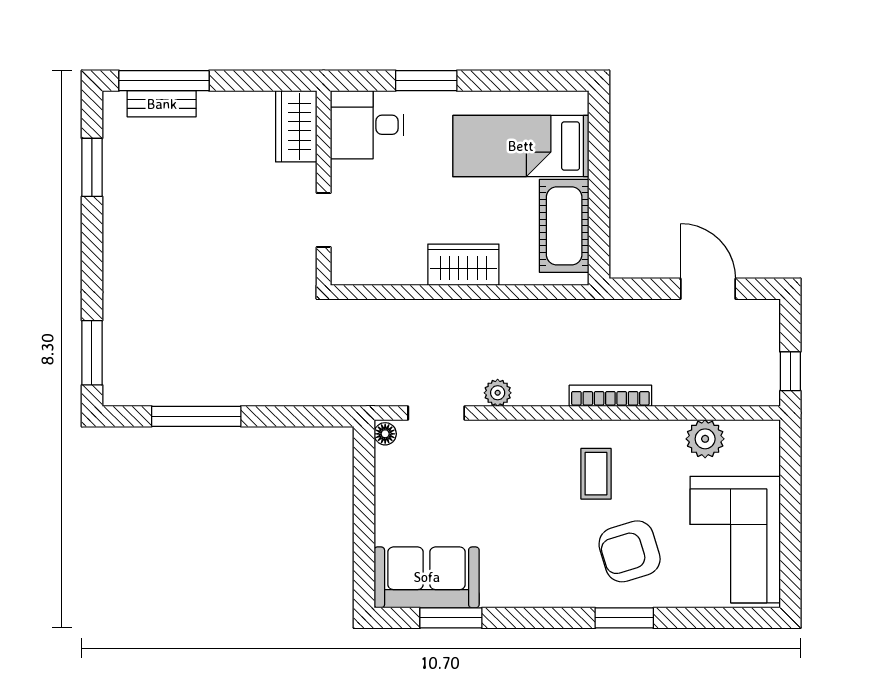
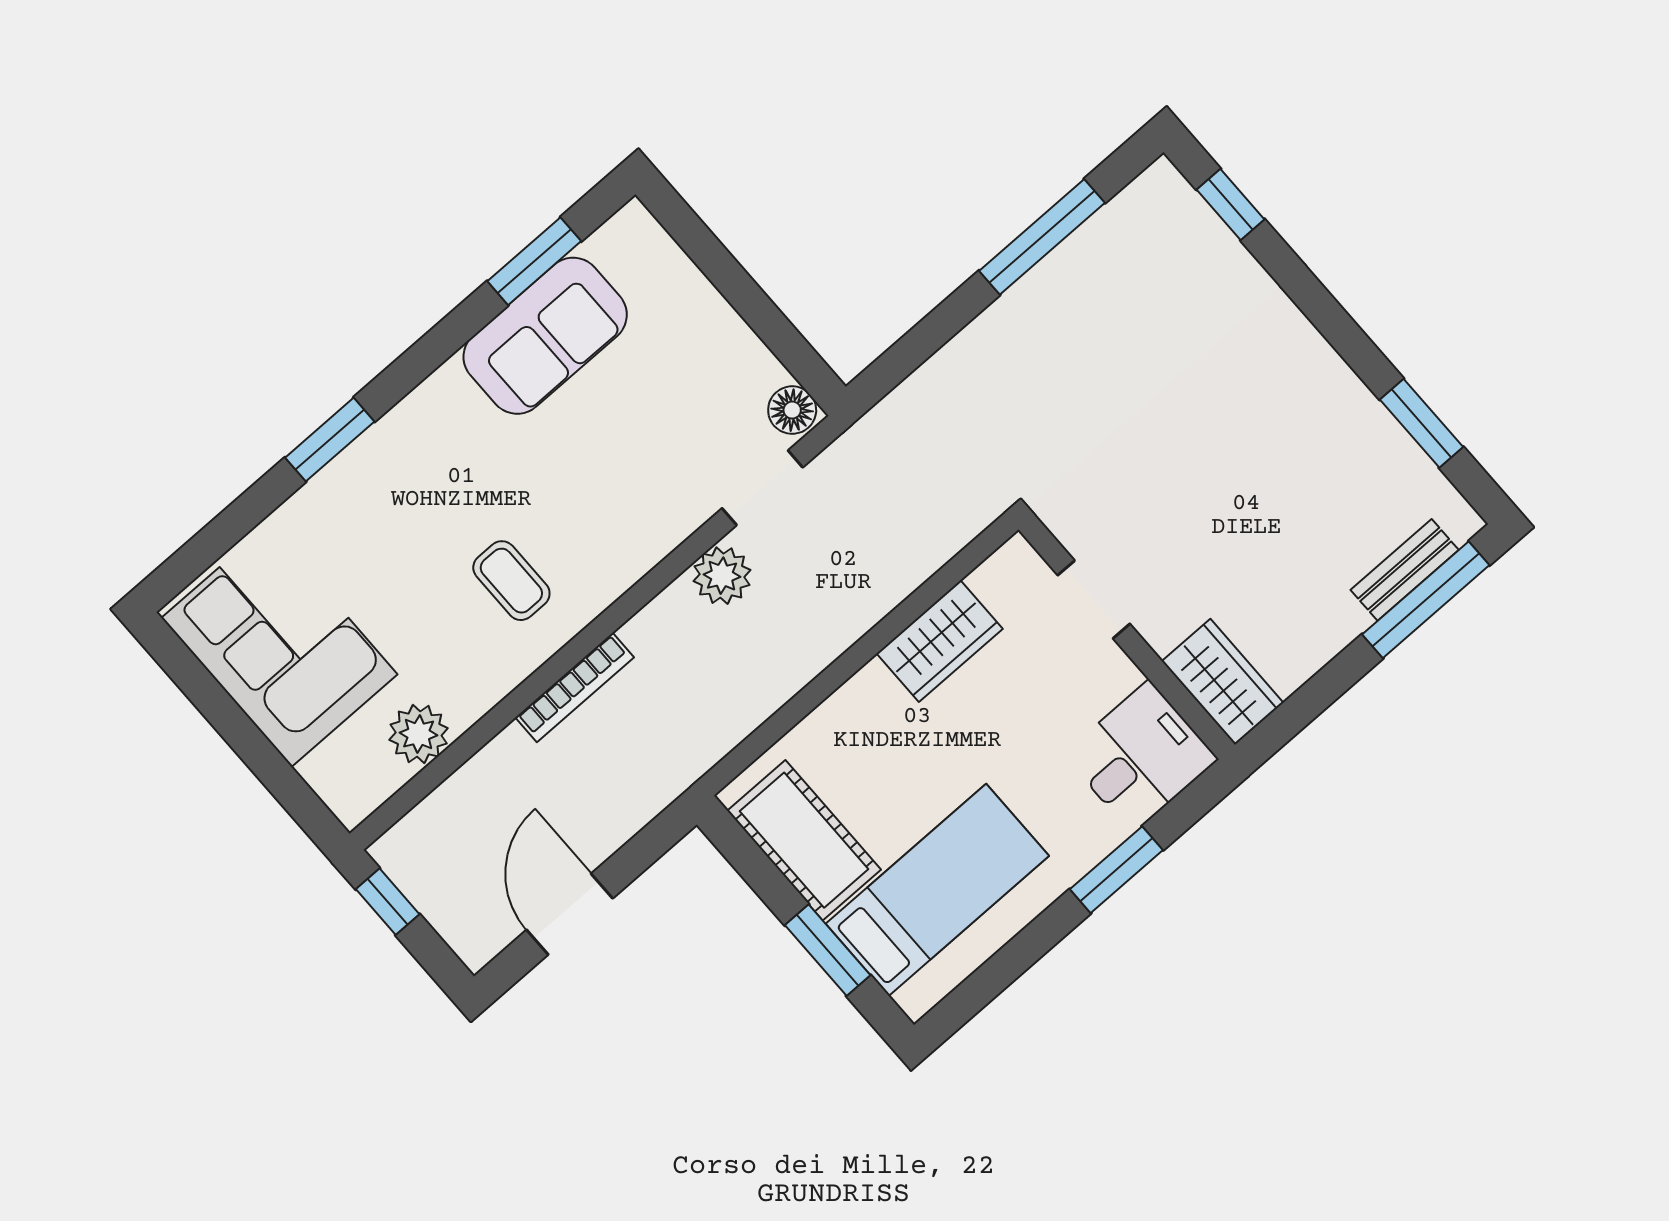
window: (599, 163) -> (828, 950), added
wardrobe: (463, 265) -> (940, 641), moved
door: (708, 289) -> (570, 914), swing flipped
window: (92, 353) -> (1231, 204), width x0.67
plant: (498, 393) -> (722, 576), width x1.38, depth x1.38
floor lamp: (385, 434) -> (792, 410), width x1.37, depth x1.37
armchair: (630, 551) -> (392, 523), removed
sofa: (427, 577) -> (545, 336), moved

